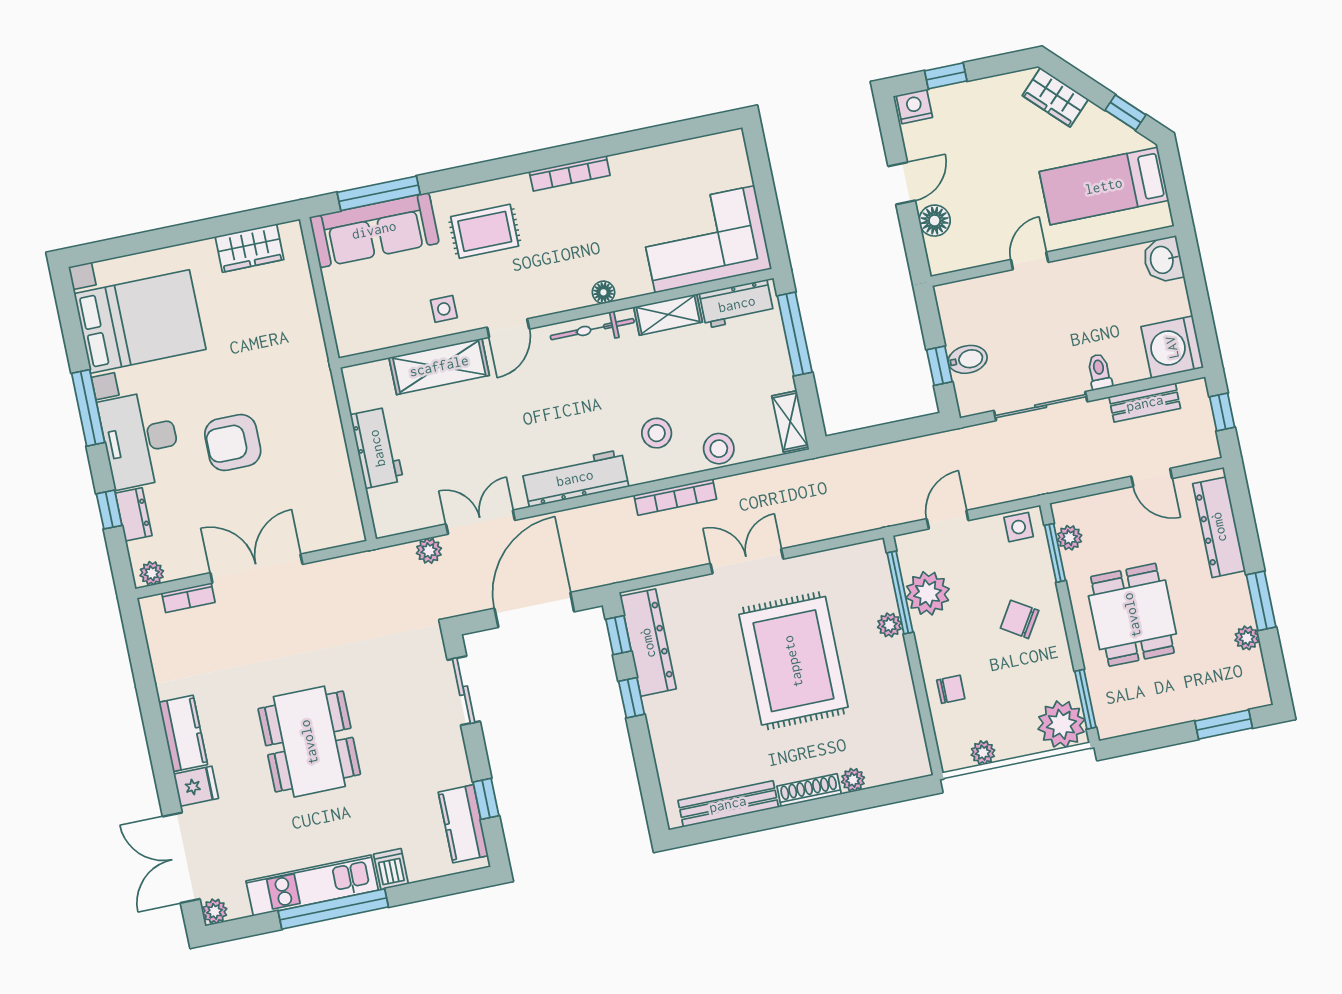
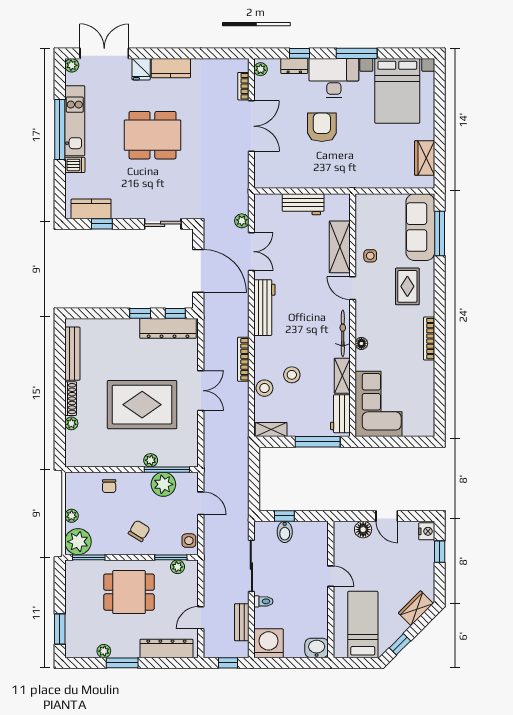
stool: (657, 433) -> (292, 375), moved
plant: (983, 753) -> (72, 516), moved

